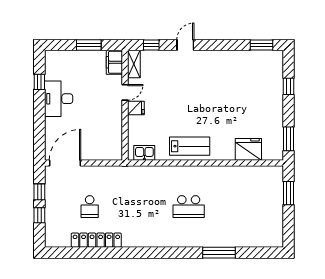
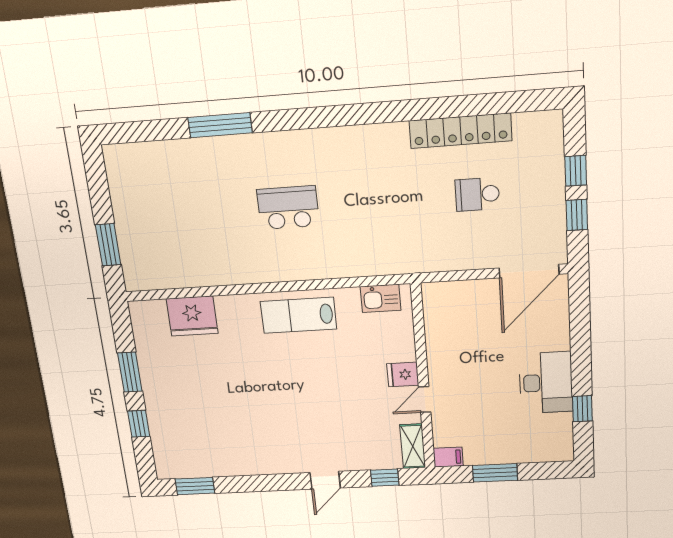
filing cabinet: (114, 62) -> (448, 457), width x0.50
window: (288, 139) -> (130, 372), moved
school desk: (90, 207) -> (477, 194), turned -90

